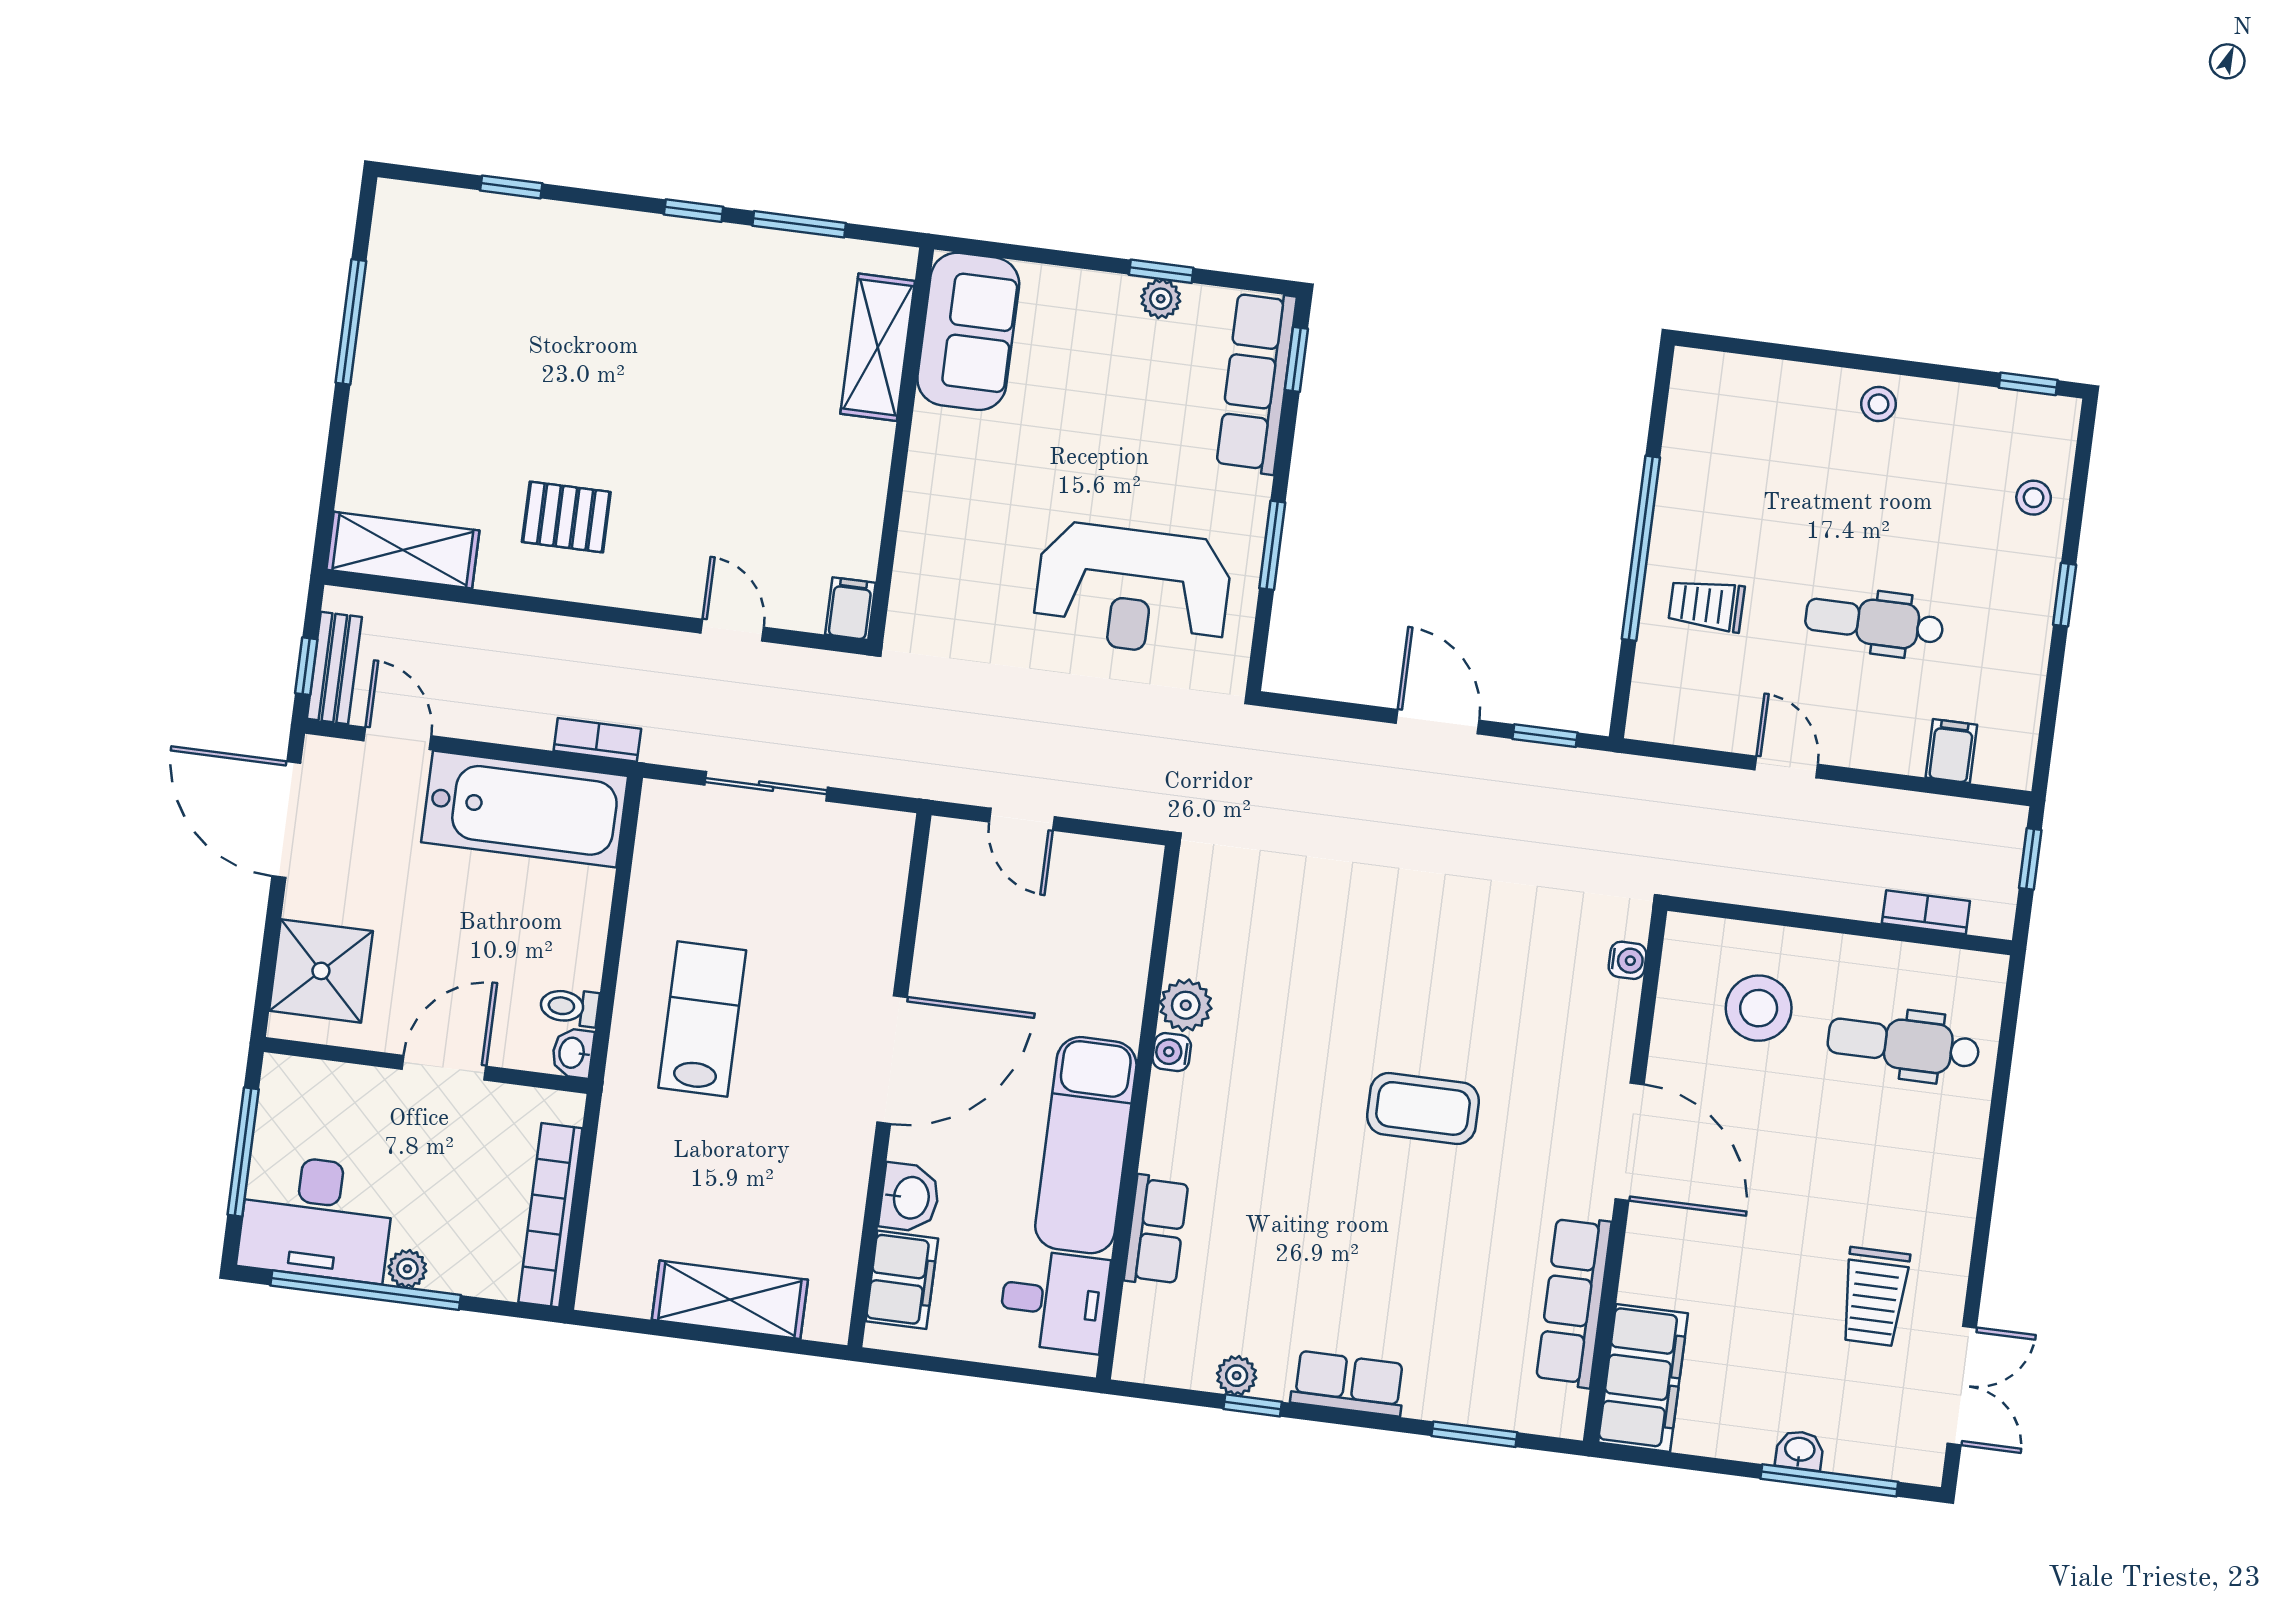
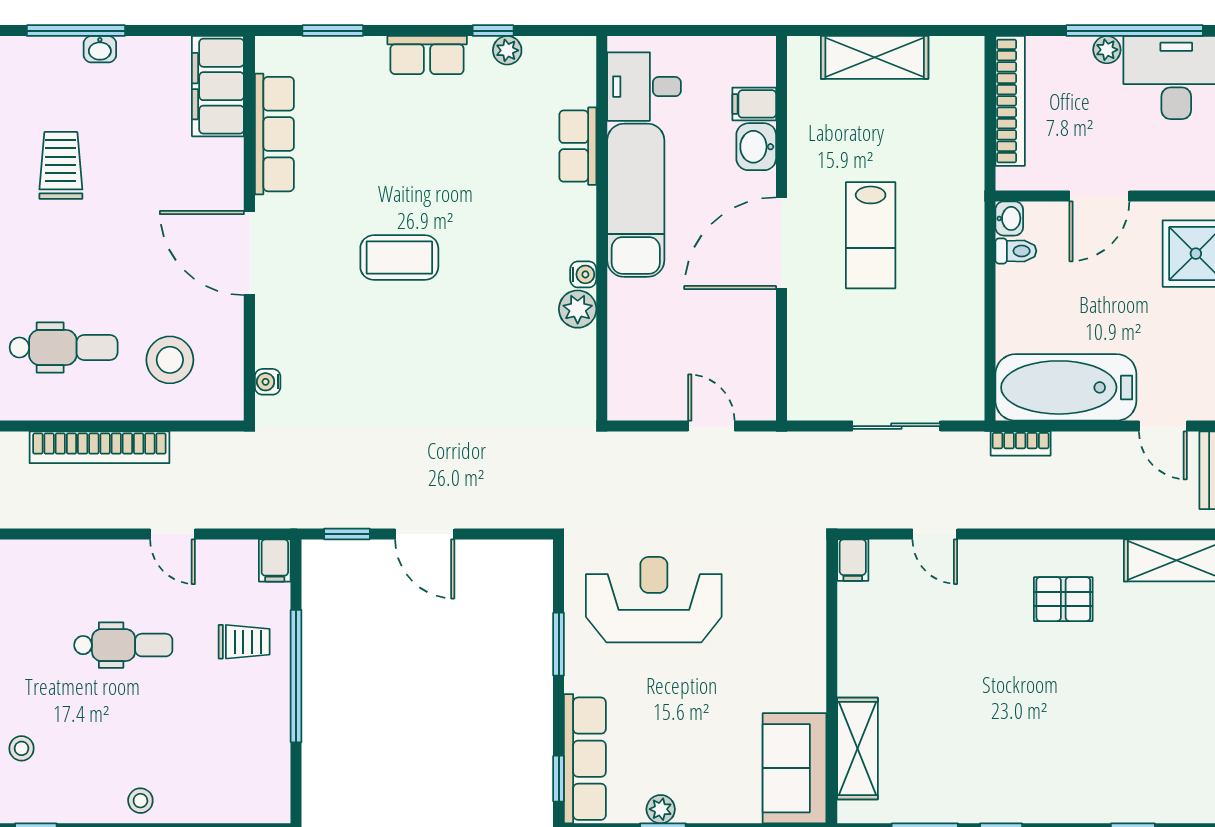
filing cabinet: (1951, 751) -> (275, 561), moved
bookcase: (1926, 912) -> (99, 447), width x2.31, depth x1.31
lab bench: (702, 1019) -> (871, 235), moved
filing cabinet: (902, 1280) -> (754, 104), width x0.50

